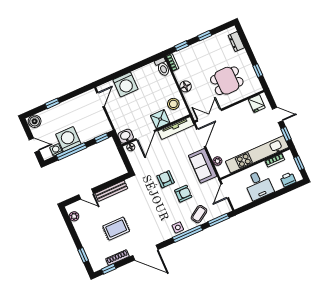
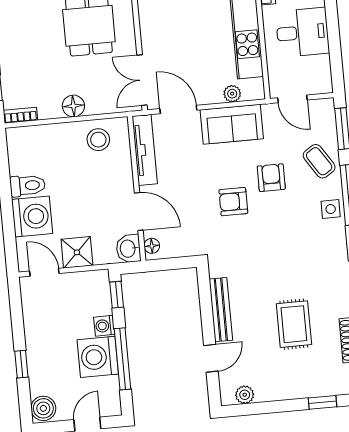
toilet: (163, 67) -> (28, 186), moved
shower: (160, 119) -> (77, 252), moved
washing machine: (56, 150) -> (104, 326), moved

